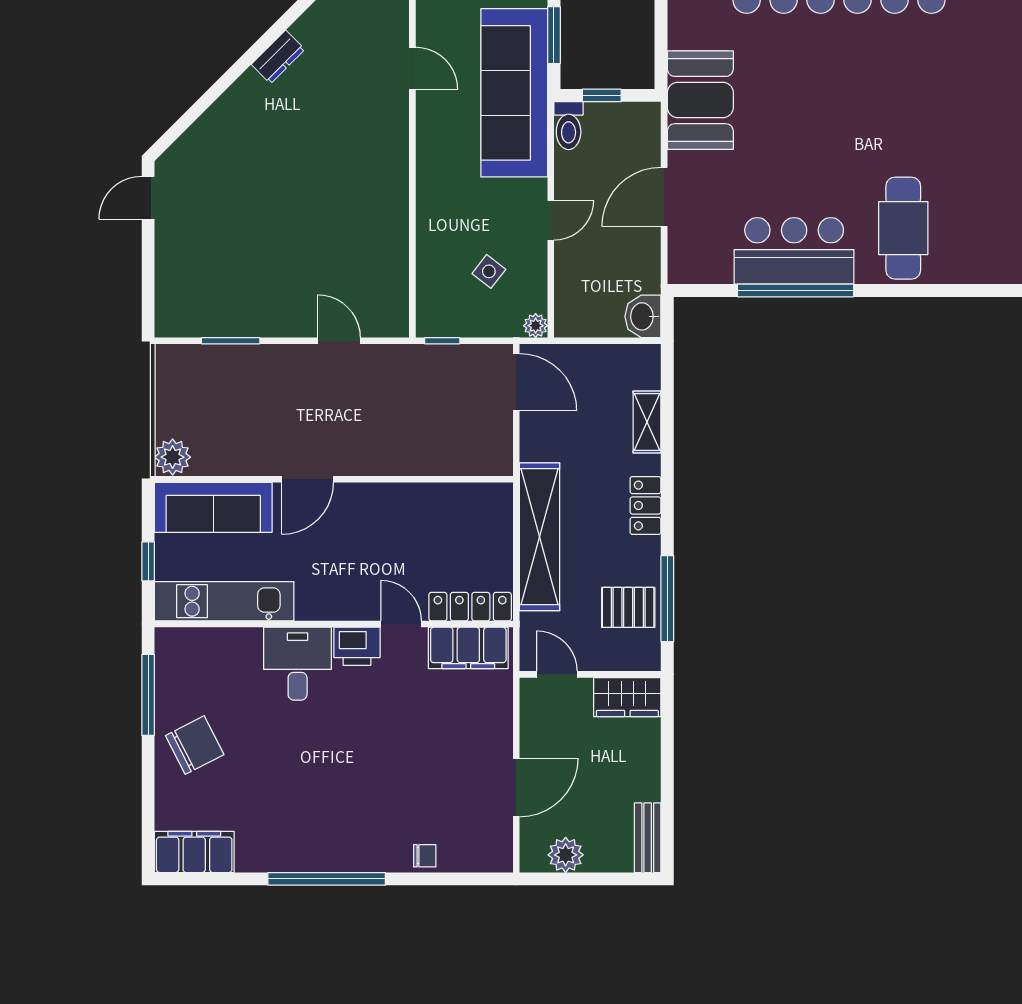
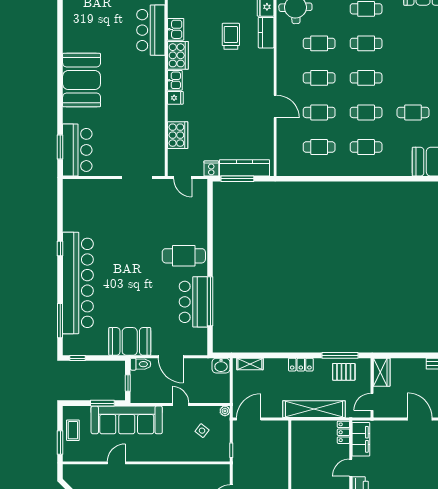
toilet: (569, 126) -> (141, 364), moved
shelving: (647, 422) -> (250, 364), moved
locker: (470, 607) -> (343, 432), width x0.66
pallet: (628, 607) -> (344, 372), turned 90

